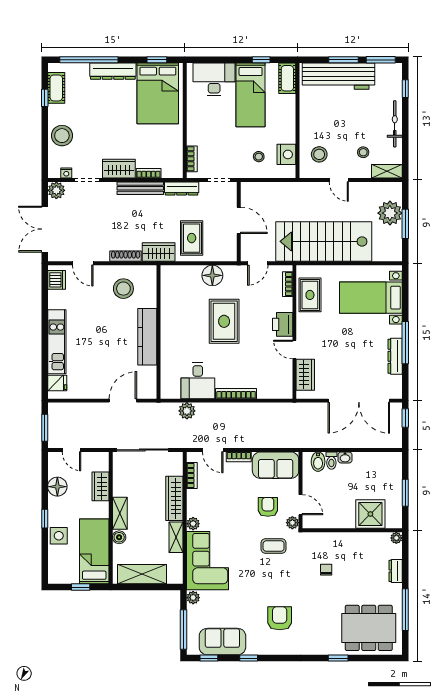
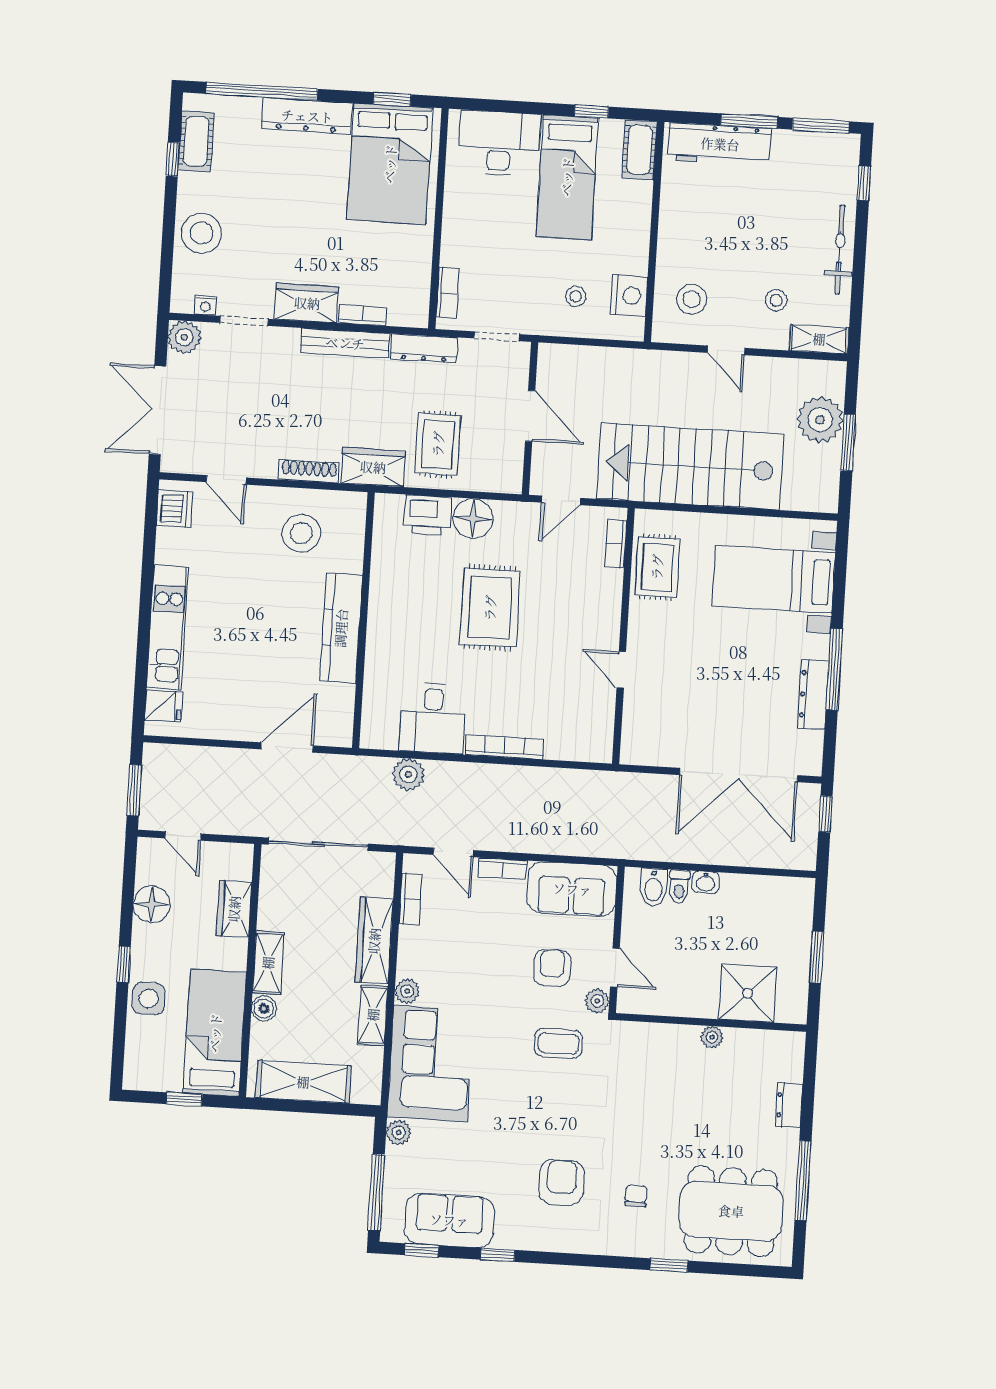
workbench: (338, 76) -> (720, 144), width x0.73, depth x0.76
printer: (283, 324) -> (428, 515), moved, turned -90
wardrobe: (305, 375) -> (639, 719), removed
plant: (396, 538) -> (712, 1037), moved
chair: (326, 570) -> (636, 1196), moved

